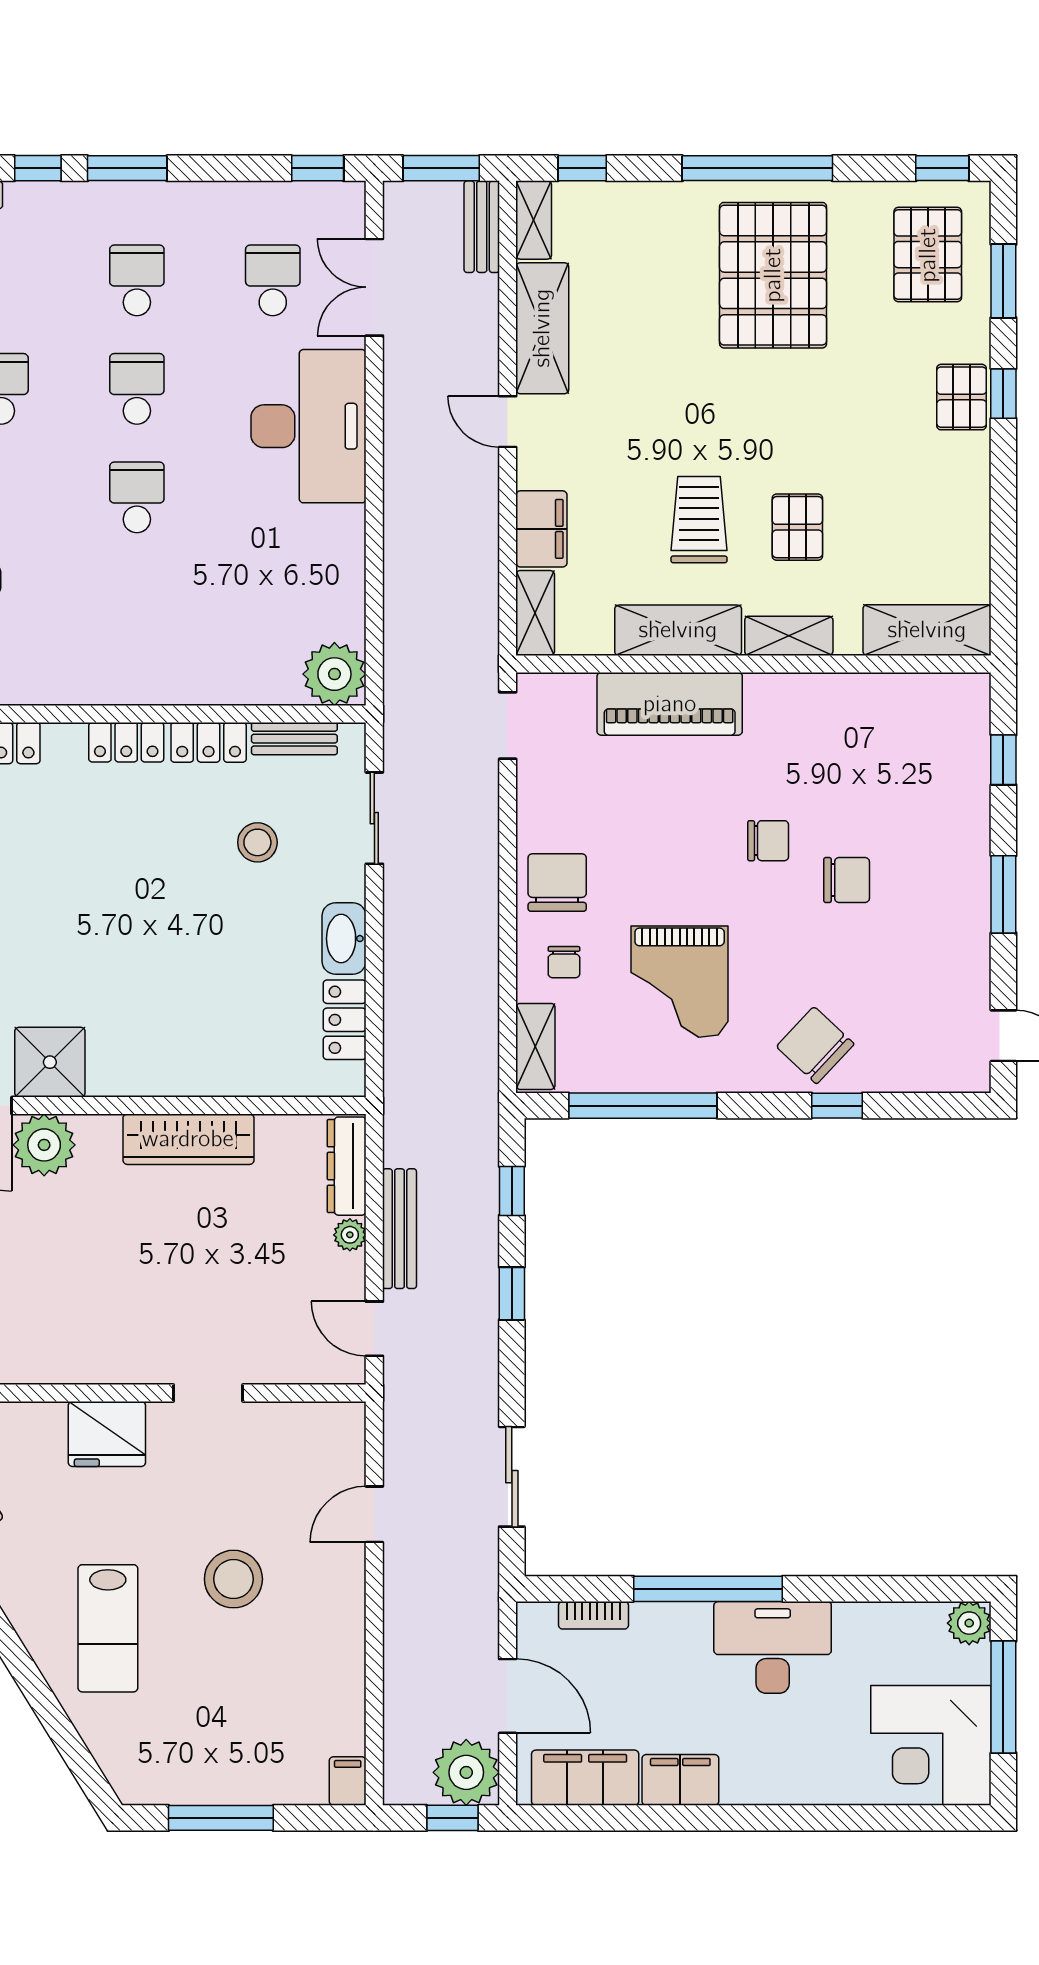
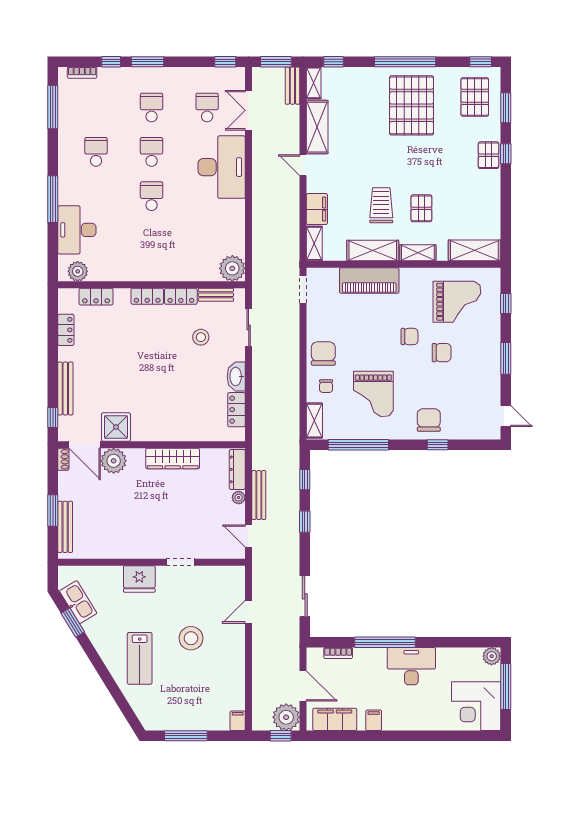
grand piano: (884, 755) -> (457, 302), added
chair: (815, 1045) -> (429, 420), turned 47
filing cabinet: (680, 1780) -> (374, 720), width x0.50

